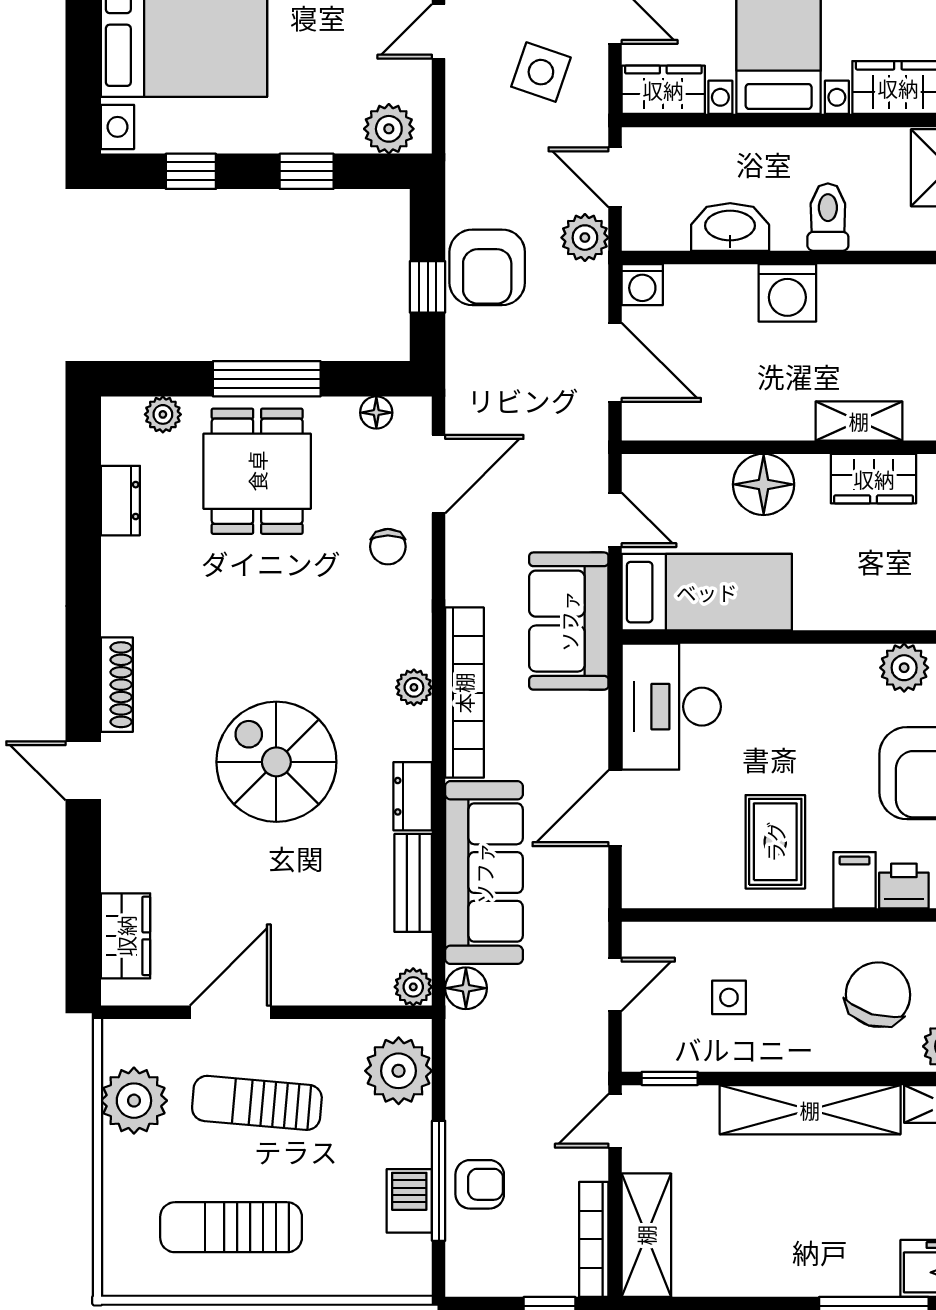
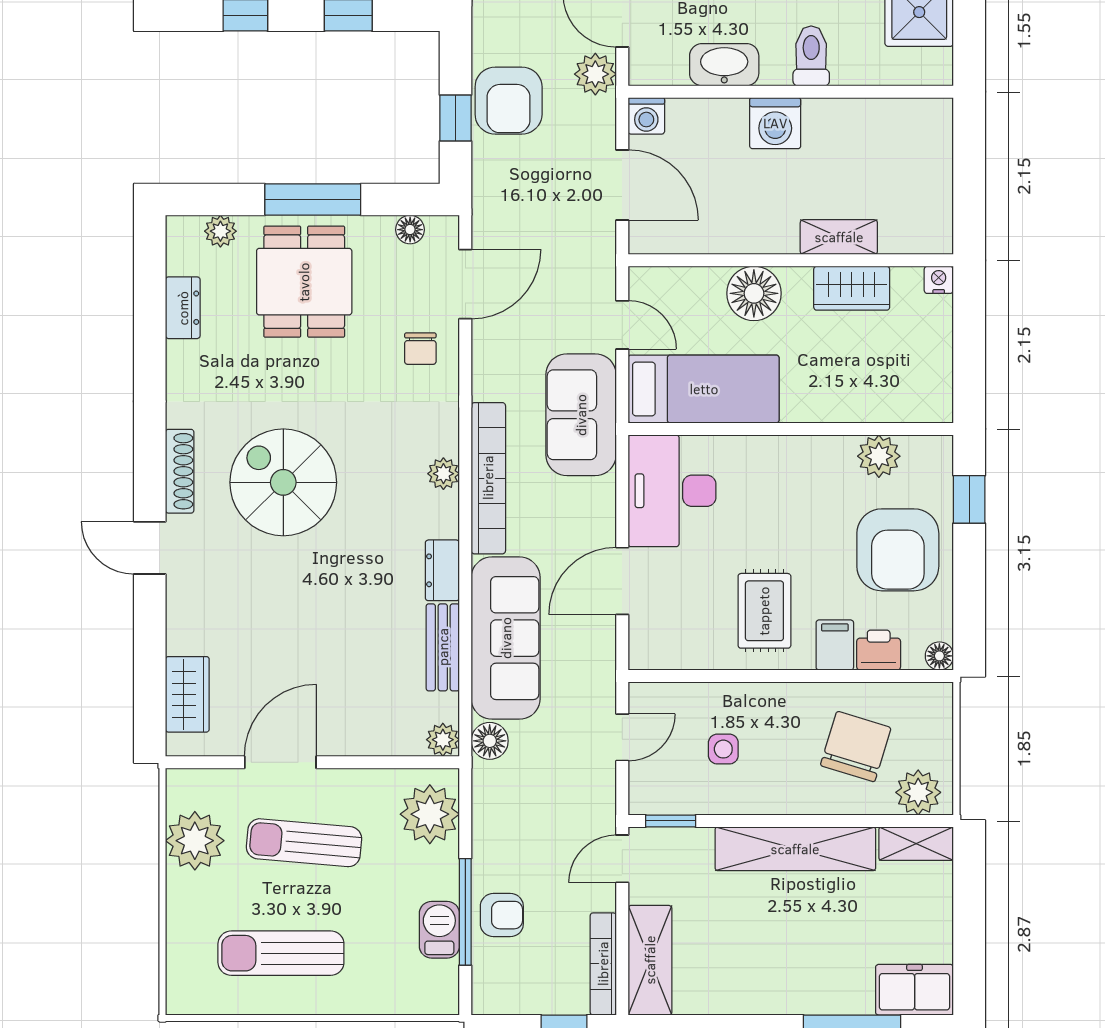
spiral stairs: (276, 762) -> (283, 482), moved

